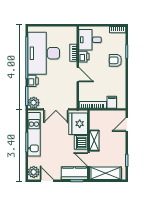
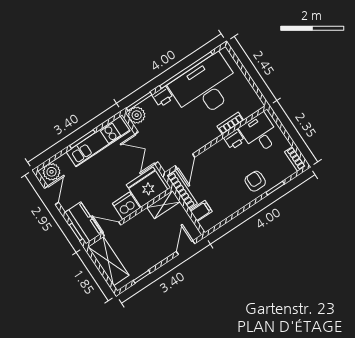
door: (78, 75) -> (185, 161), moved
door: (127, 125) -> (186, 248), hinge flipped
shelving: (94, 140) -> (164, 205), moved
door: (88, 159) -> (112, 229), hinge flipped

